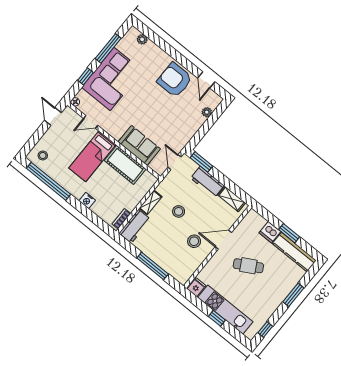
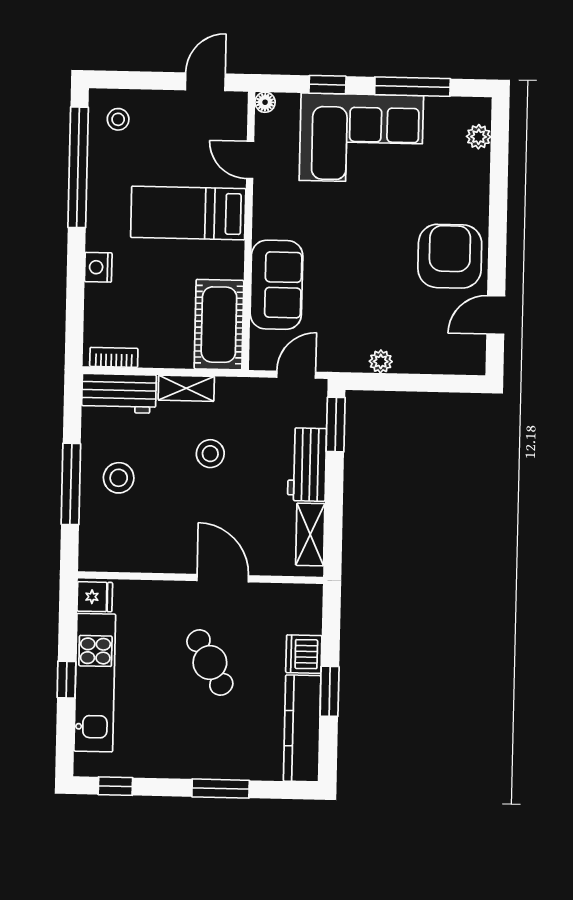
plant: (207, 112) -> (381, 361), moved
cot: (125, 165) -> (219, 325), moved
stool: (194, 241) -> (119, 478), moved

